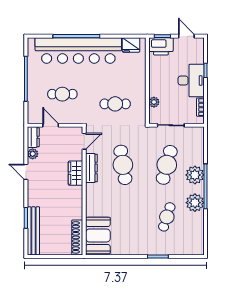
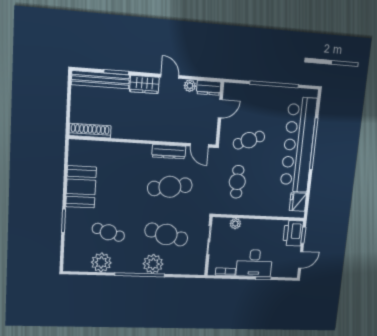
cafe table: (62, 94) -> (249, 140), moved, turned 68
door: (26, 172) -> (170, 76), hinge flipped
wardrobe: (76, 173) -> (144, 84), moved, turned 180
plant: (195, 203) -> (101, 262), moved
booth: (98, 235) -> (81, 187), moved, turned 90

